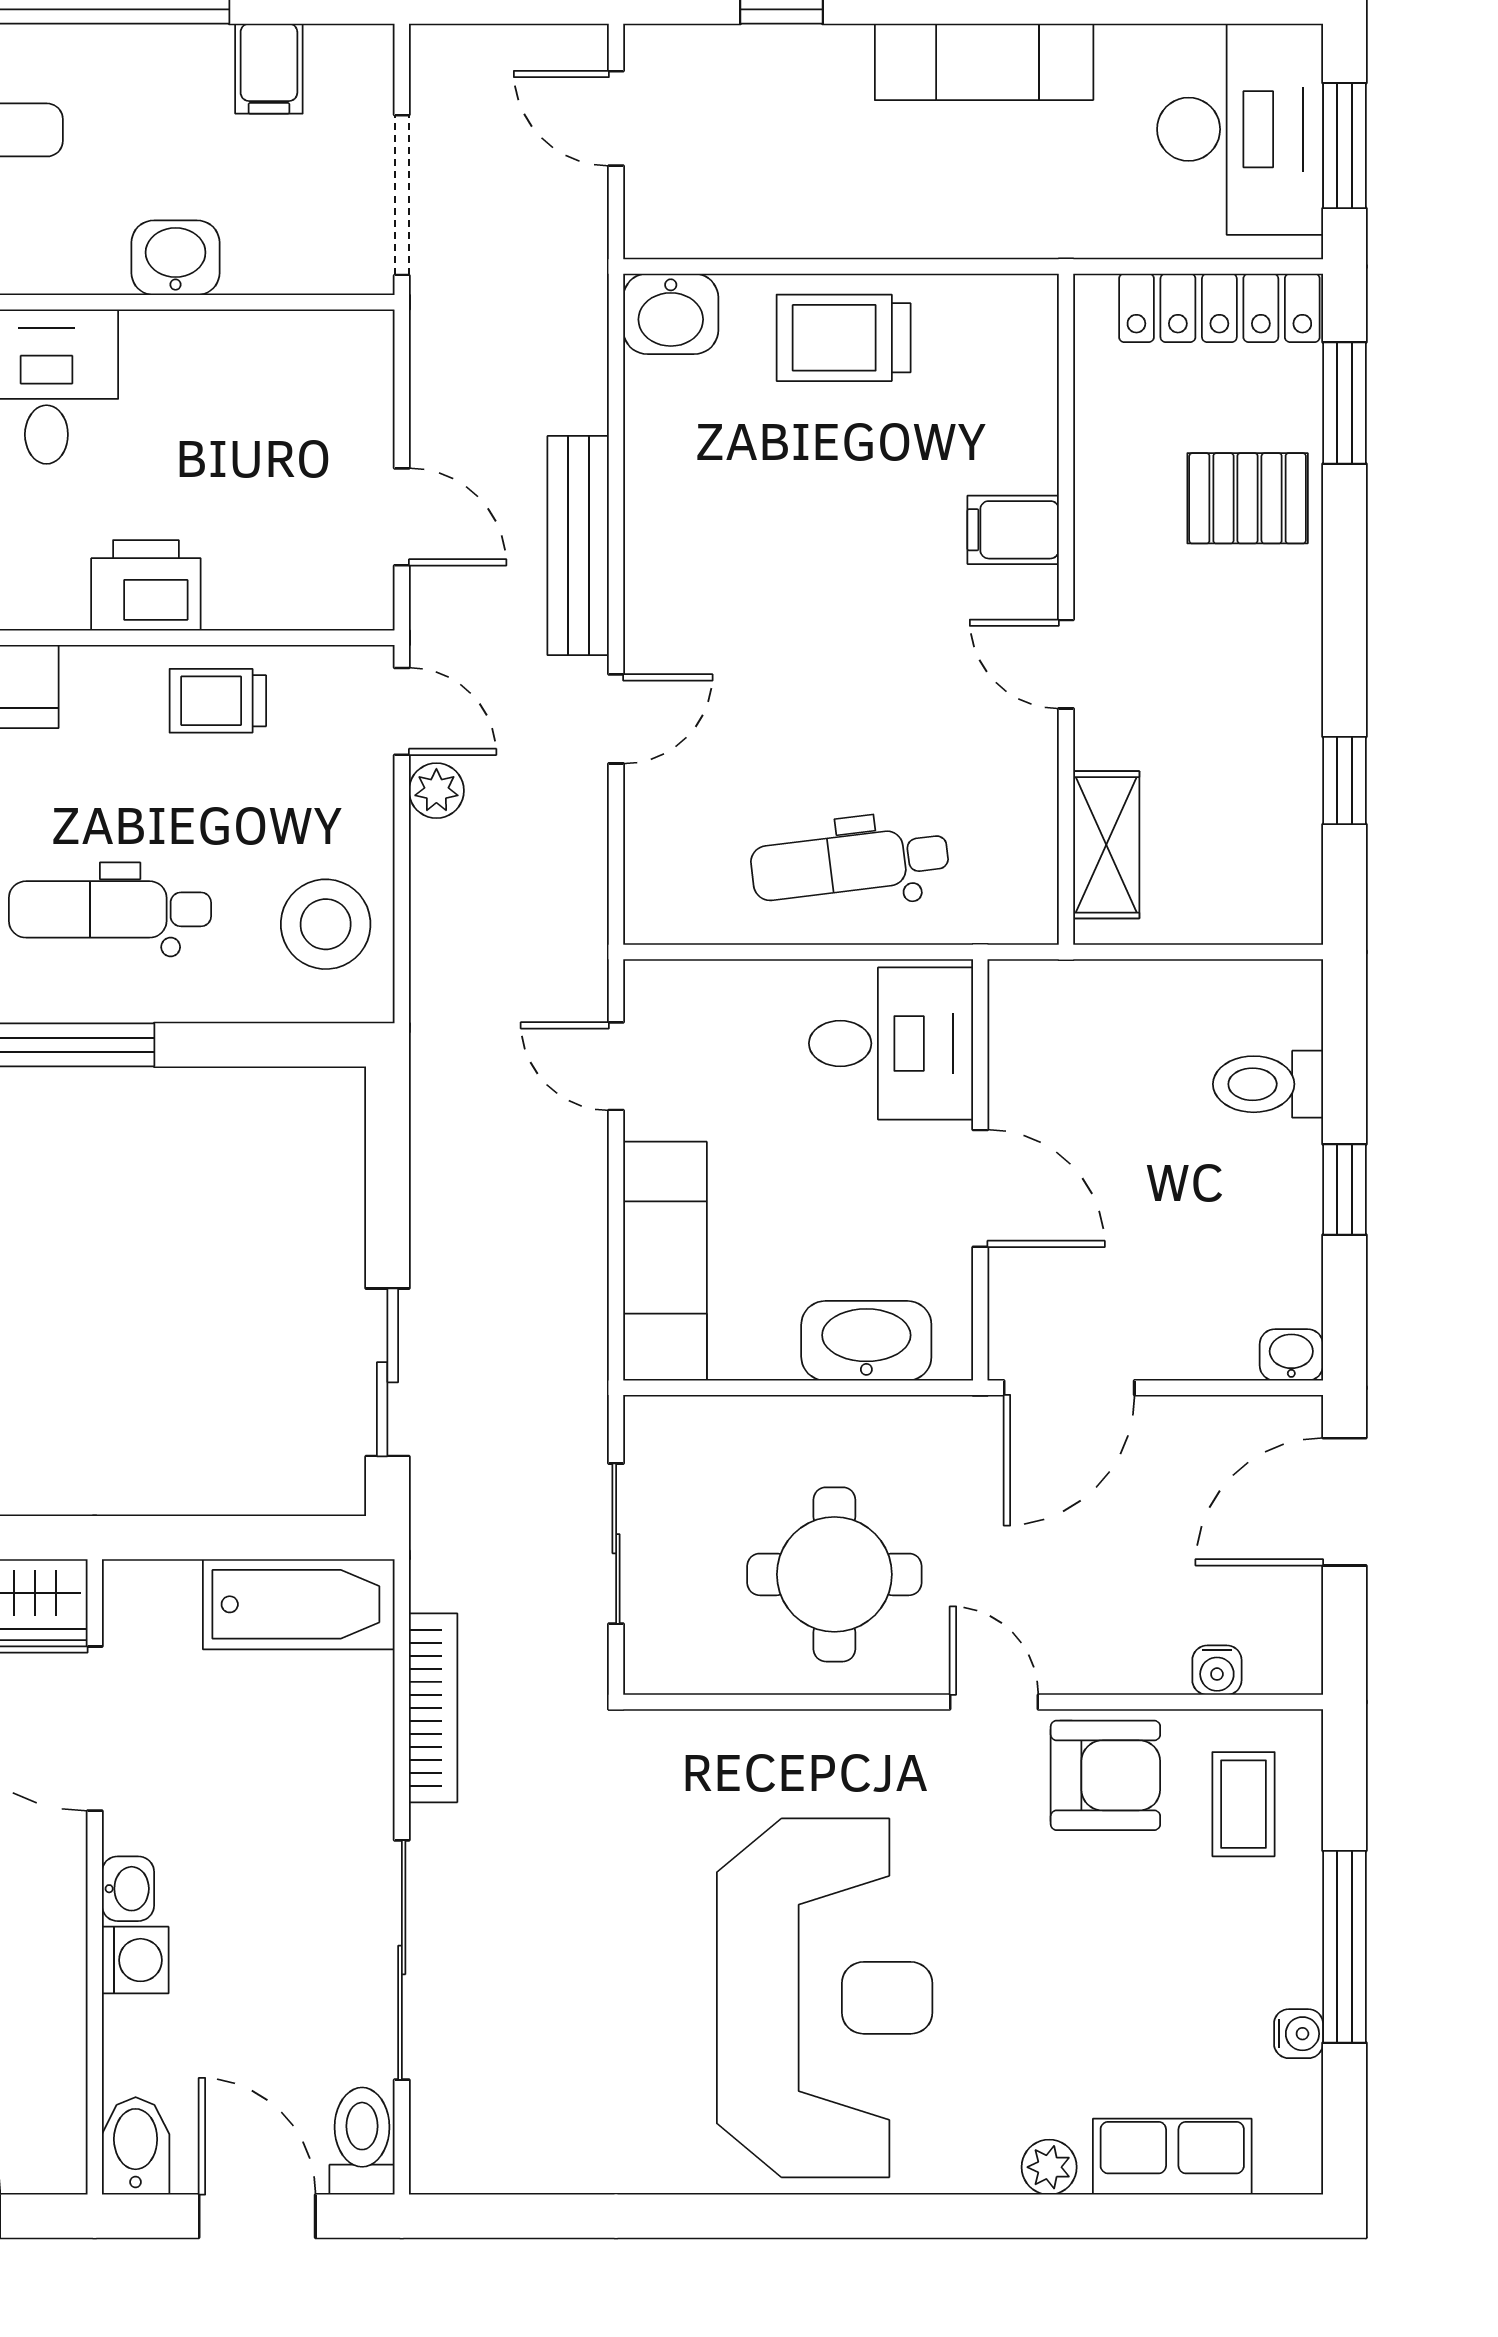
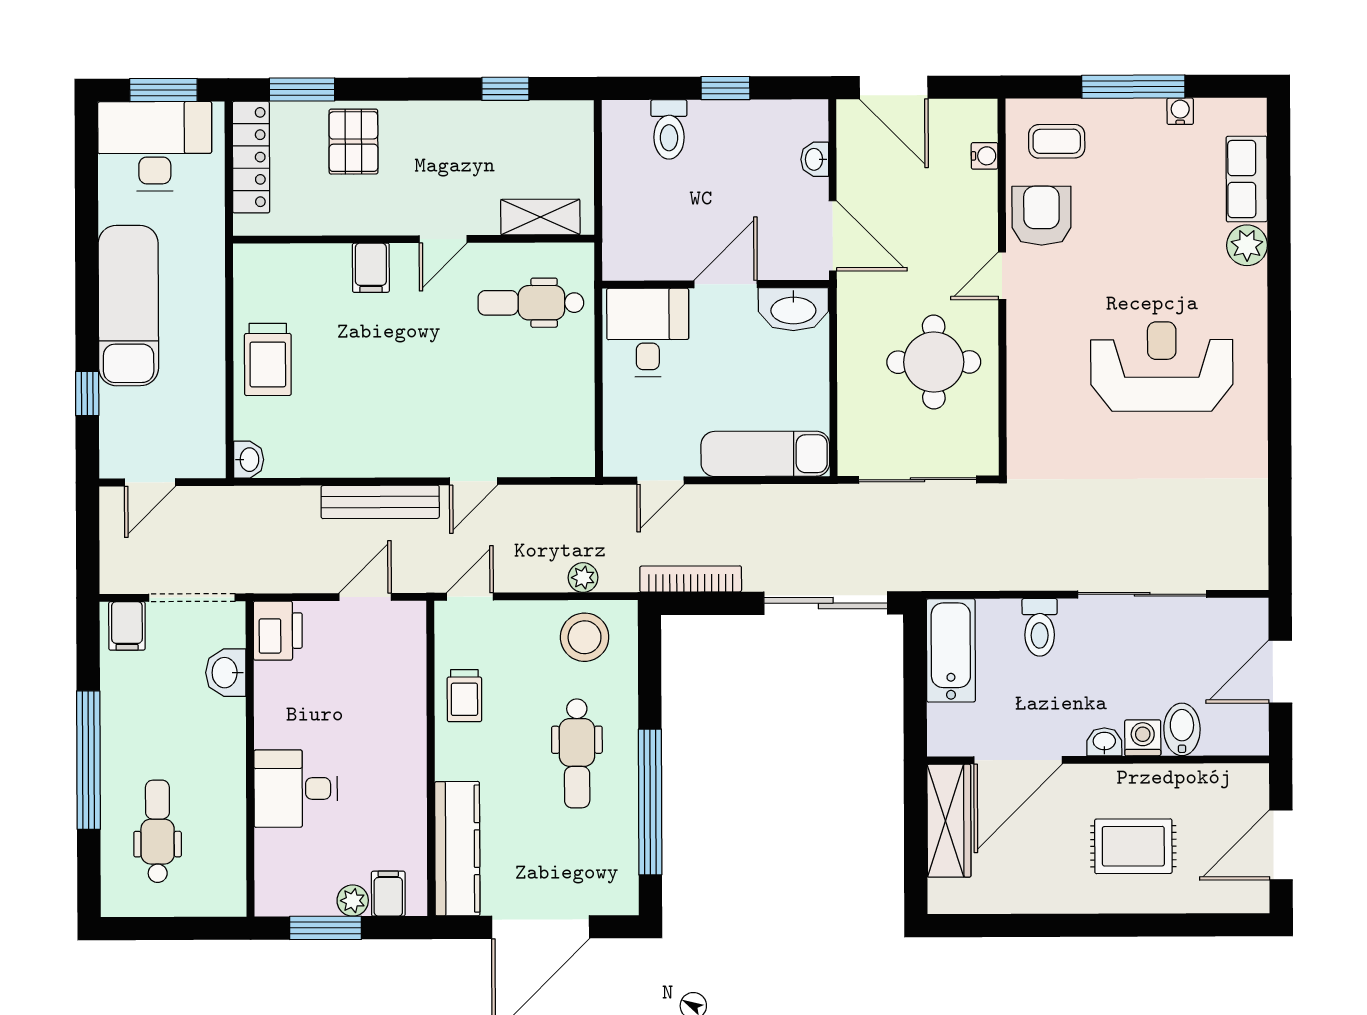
exam couch: (984, 62) -> (128, 306), width x1.36, depth x1.45
filing cabinet: (269, 69) -> (127, 626), moved, turned 90
washbasin: (176, 258) -> (226, 673), moved
washbasin: (671, 314) -> (249, 460), width x0.72, depth x0.69
printer: (146, 585) -> (278, 631), moved, turned 180
door: (616, 719) -> (473, 481), swing flipped
plant: (436, 791) -> (583, 578), moved
dental chair: (850, 863) -> (531, 303), moved, turned 97
washbasin: (866, 1341) -> (793, 309), moved, turned -90
washbasin: (1291, 1355) -> (815, 159), moved
sliding door: (387, 1372) -> (826, 603), width x1.37
sliding door: (616, 1544) -> (918, 480), width x1.37
bookcase: (433, 1708) -> (691, 579), moved
reception desk: (825, 1998) -> (1162, 366), width x0.74, depth x0.77
toilet: (362, 2141) -> (1040, 627), moved, turned -90
bidet: (136, 2146) -> (1182, 729), moved, turned 90
plant: (1049, 2167) -> (1247, 245), width x1.38, depth x1.38

